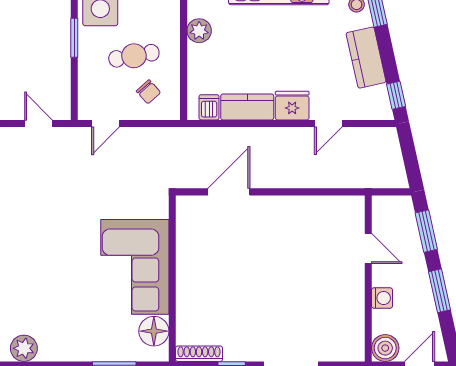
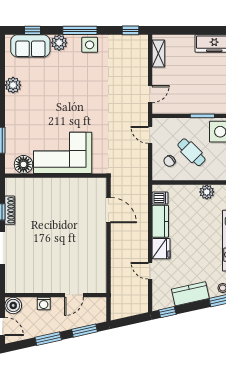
cafe table: (134, 56) -> (191, 152), turned -35
shoe rack: (199, 354) -> (10, 210), moved

